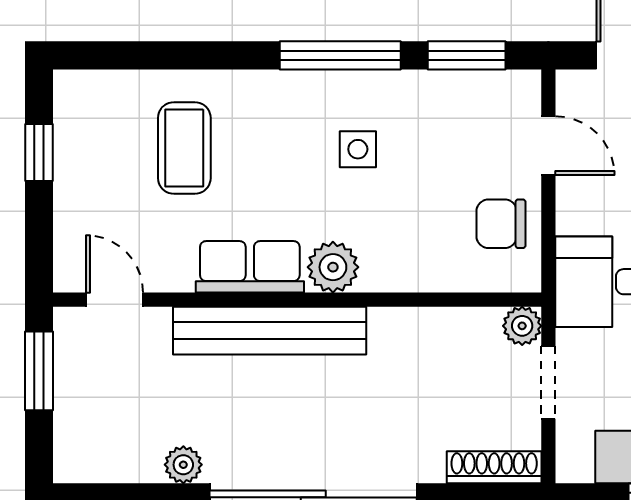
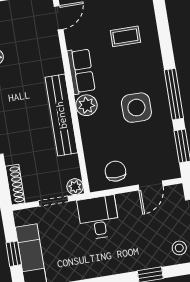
coffee table: (184, 148) -> (125, 36), width x0.73, depth x0.77
side table: (358, 149) -> (136, 108), width x1.87, depth x1.87
bench: (270, 331) -> (61, 115), moved

